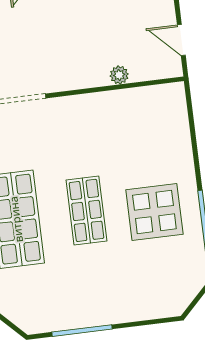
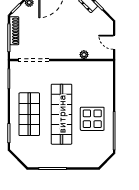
shop shelf: (86, 210) -> (62, 114), width x2.00, depth x1.36

